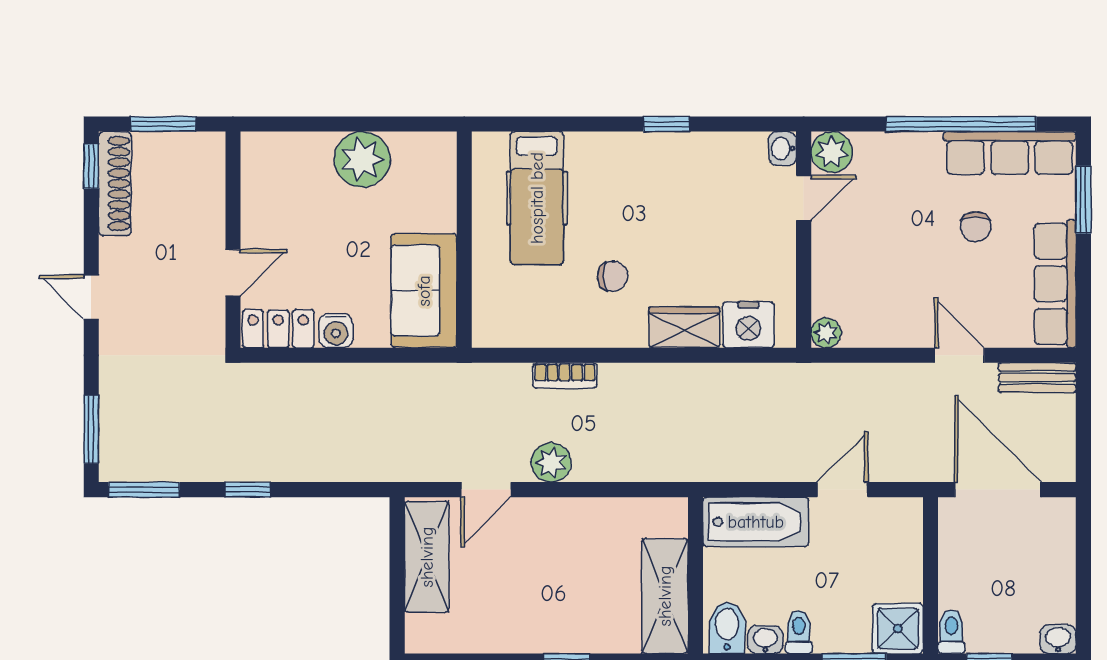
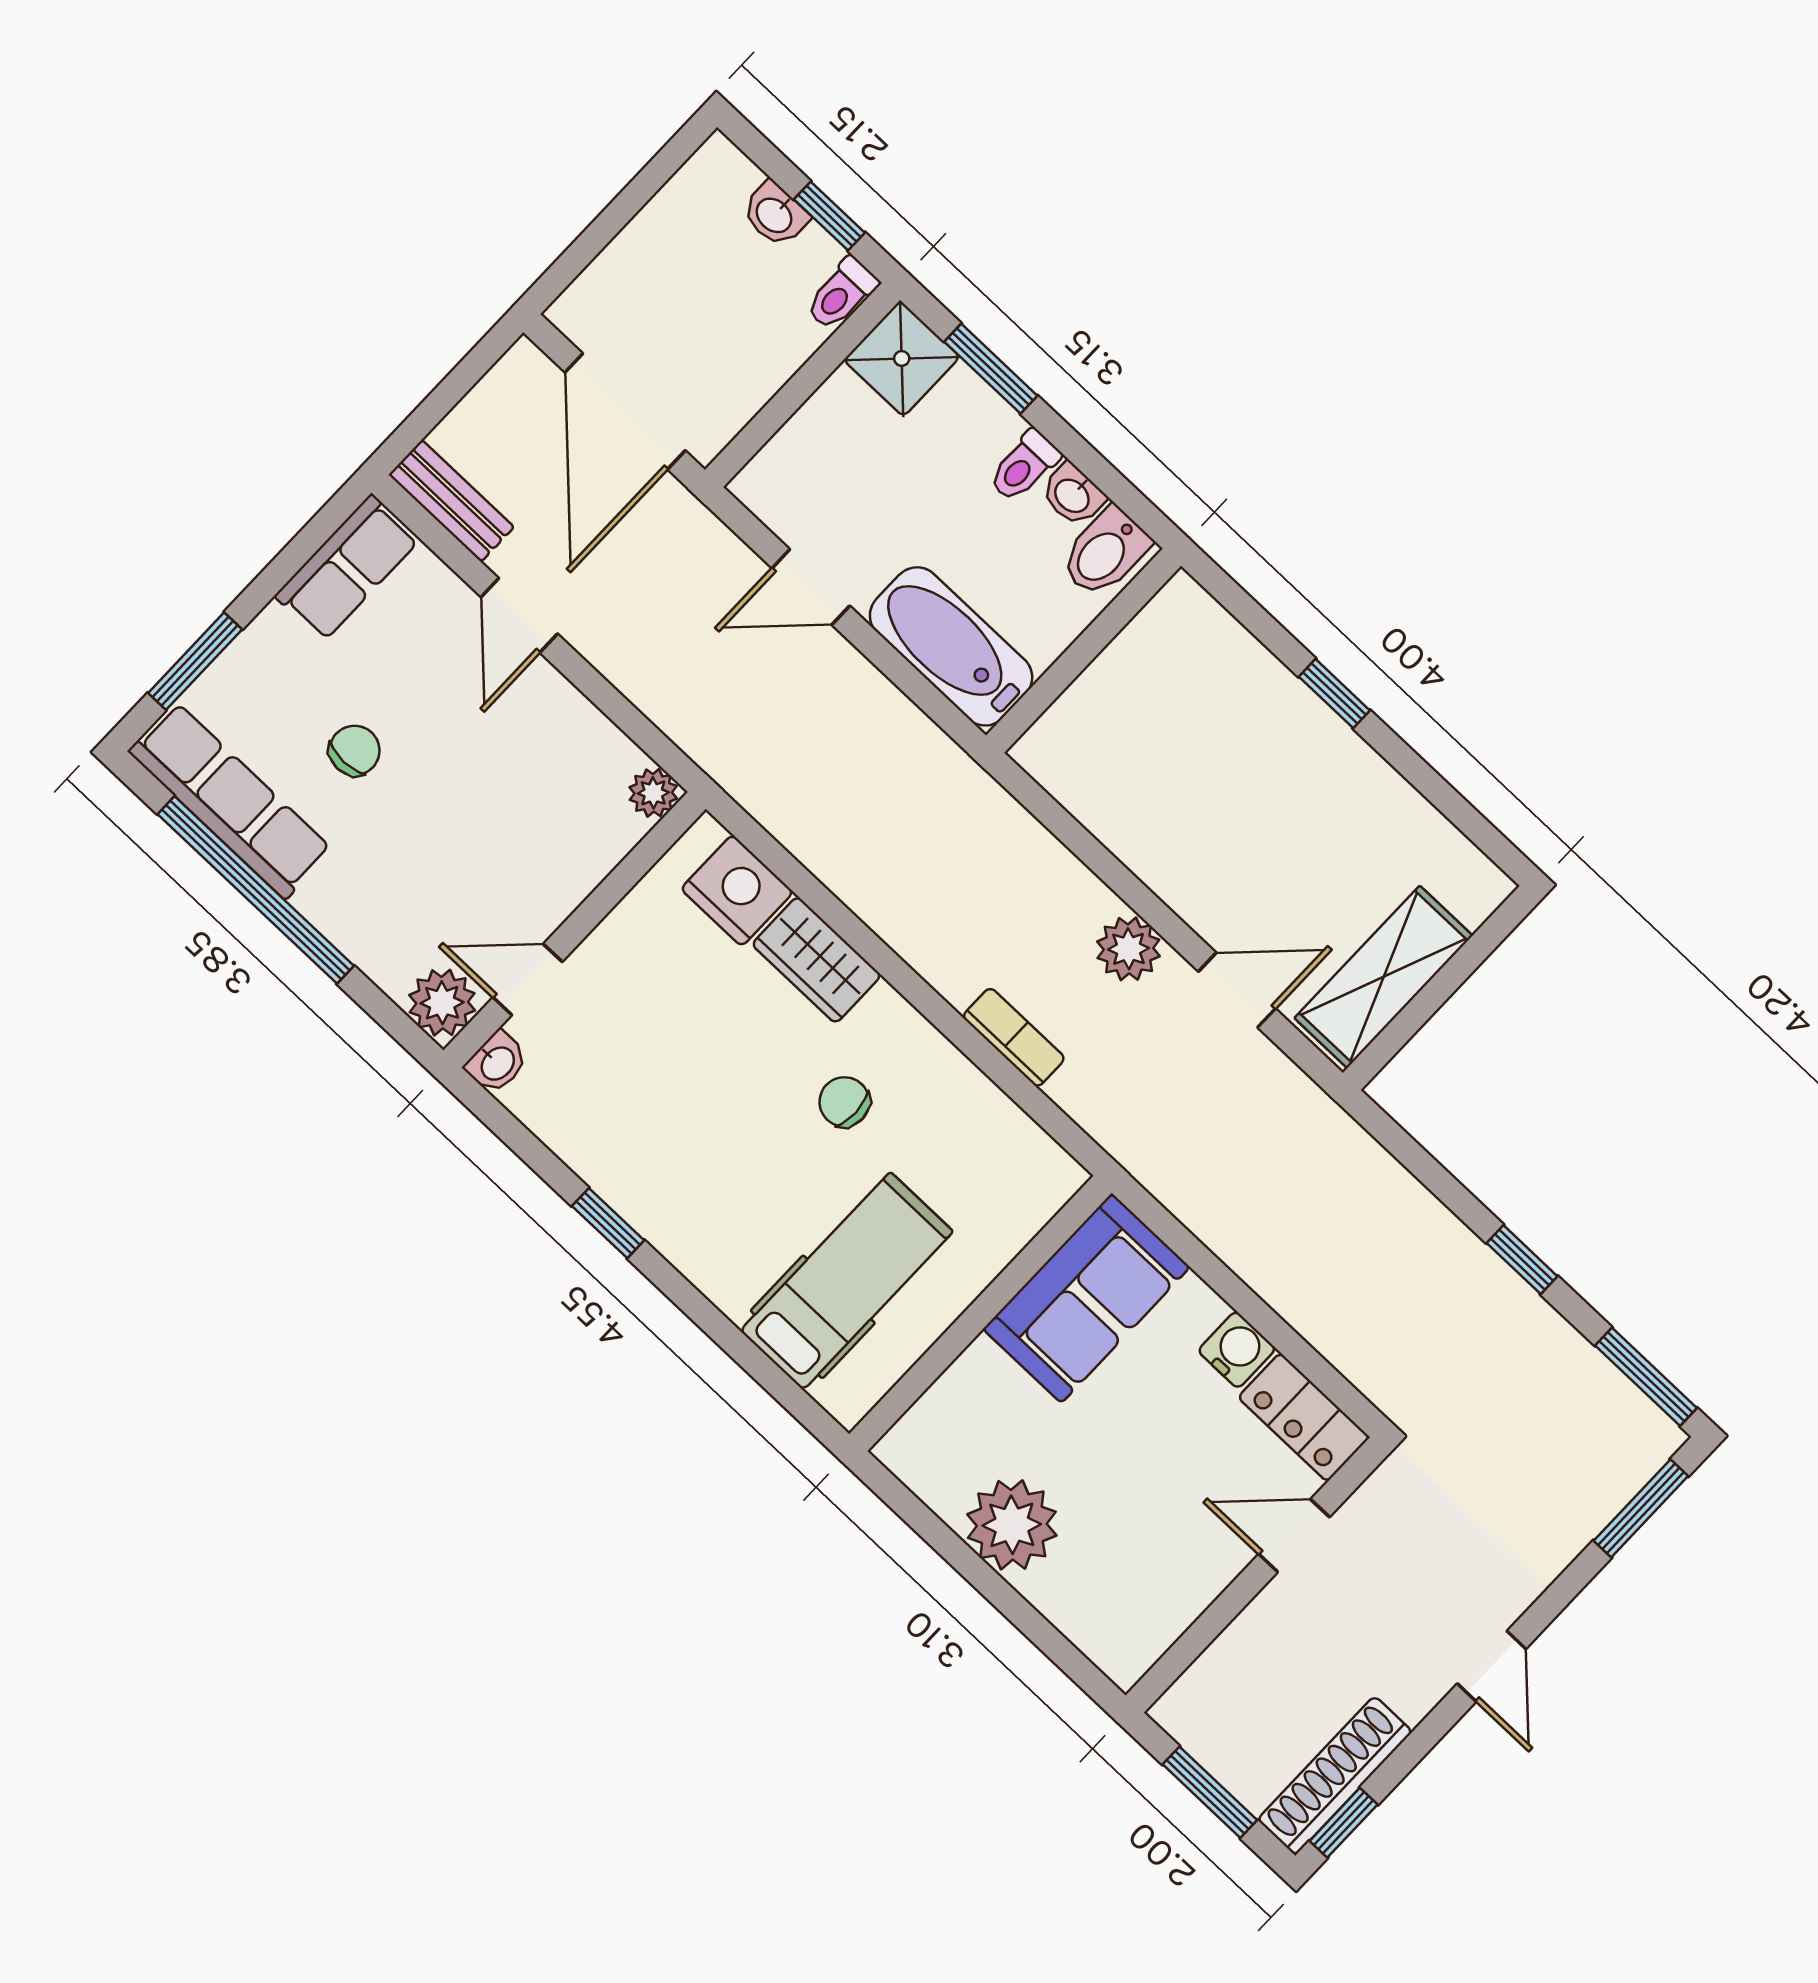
row of seats: (1055, 284) -> (347, 568), width x0.68
shelving: (665, 596) -> (1143, 661), removed
washbasin: (1058, 639) -> (775, 214), moved

